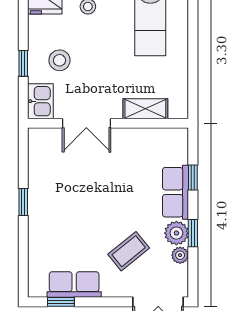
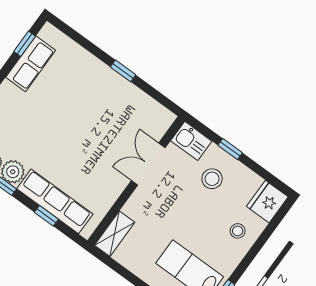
shelving: (145, 109) -> (115, 234), moved
row of seats: (175, 192) -> (55, 201), width x1.48
coffee table: (129, 251) -> (26, 125), removed

